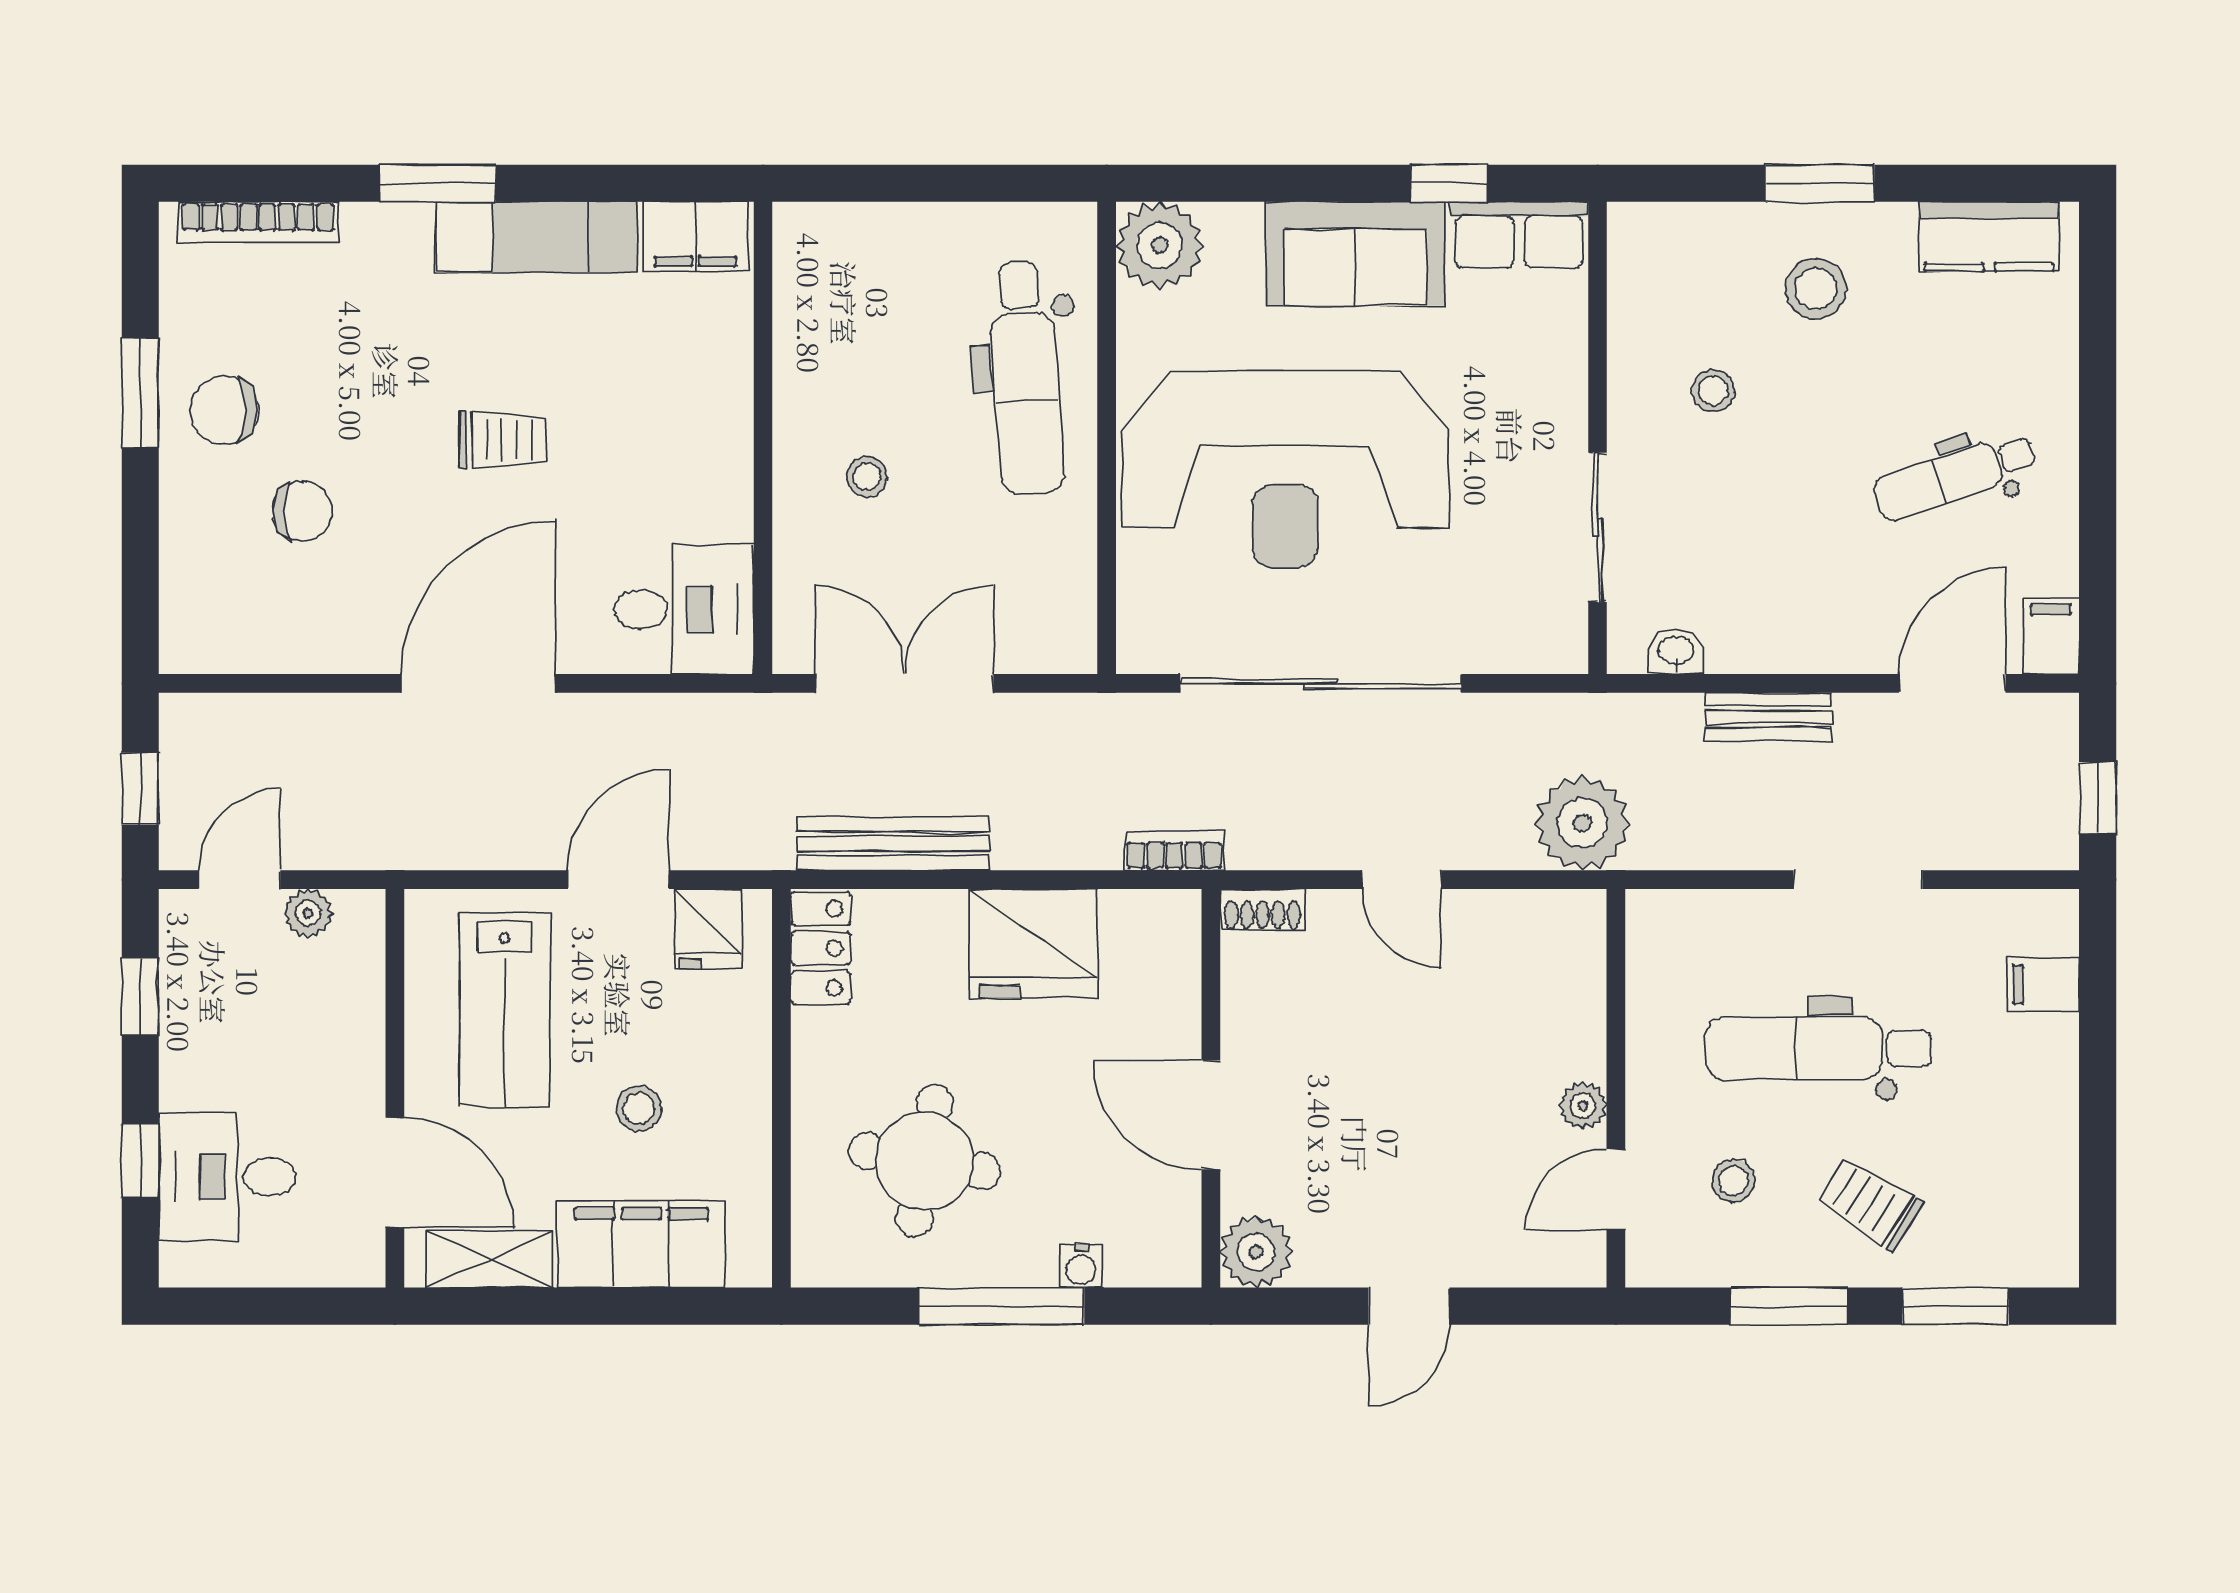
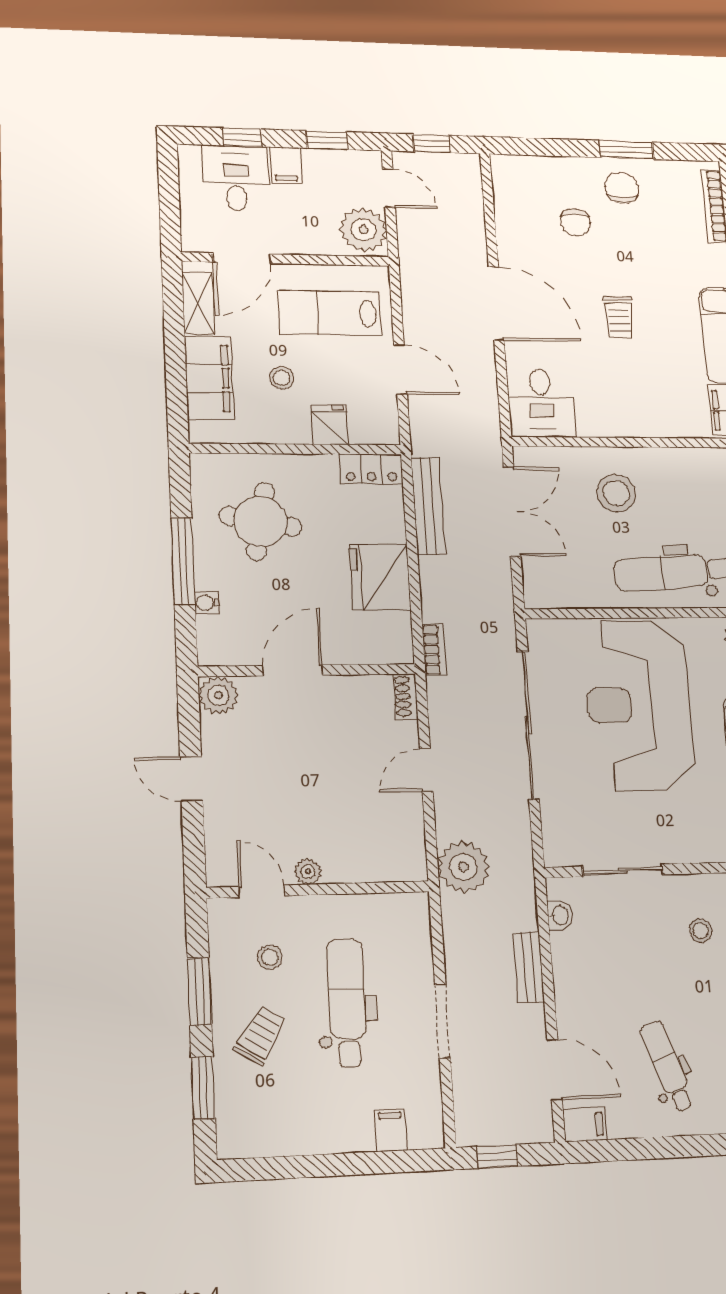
stool: (867, 477) -> (616, 493), width x1.89, depth x1.89
plant: (308, 913) -> (364, 230), width x1.88, depth x1.88
fridge: (708, 929) -> (330, 425), moved, turned 90
filing cabinet: (197, 1079) -> (286, 165), added

